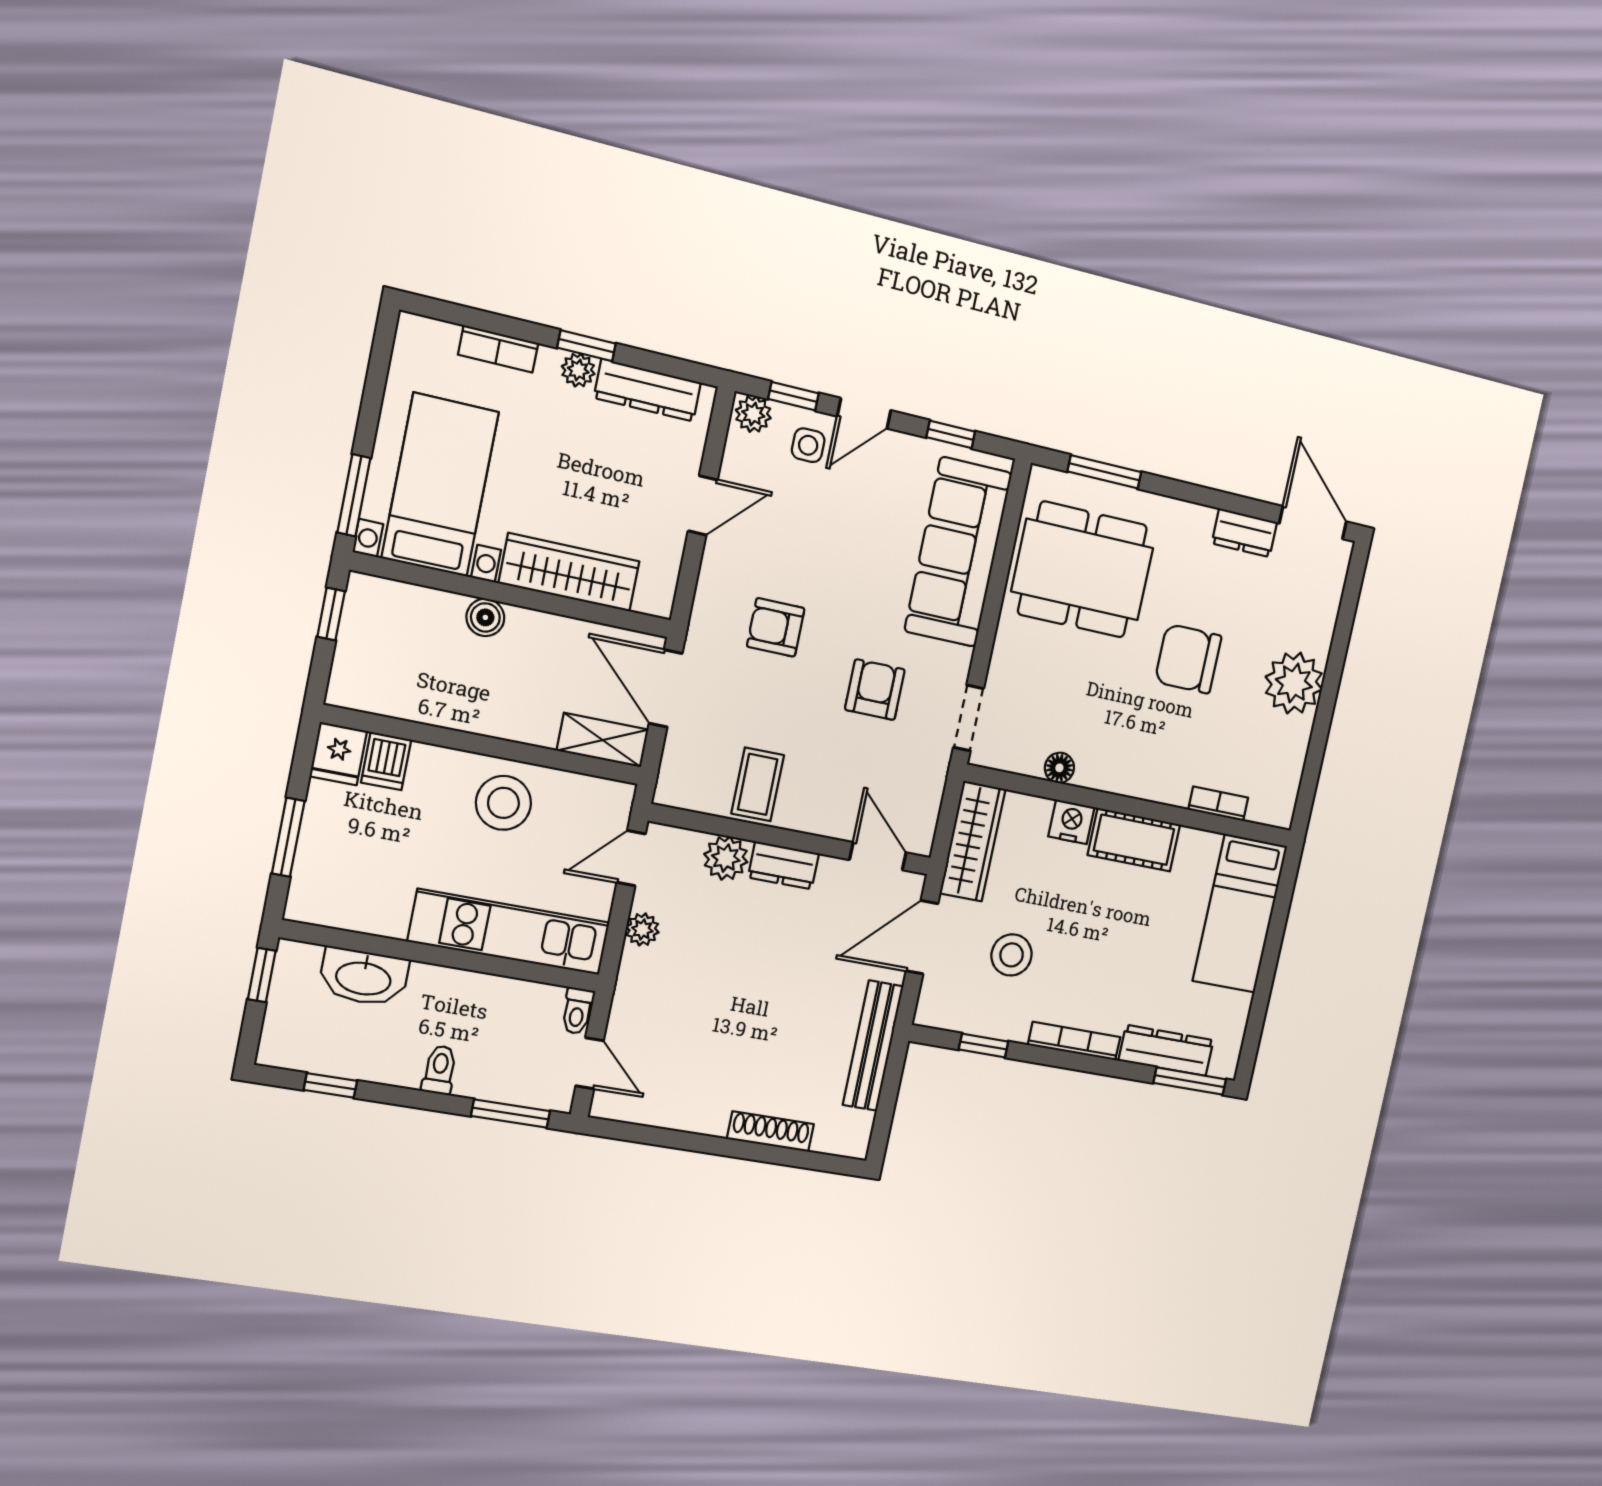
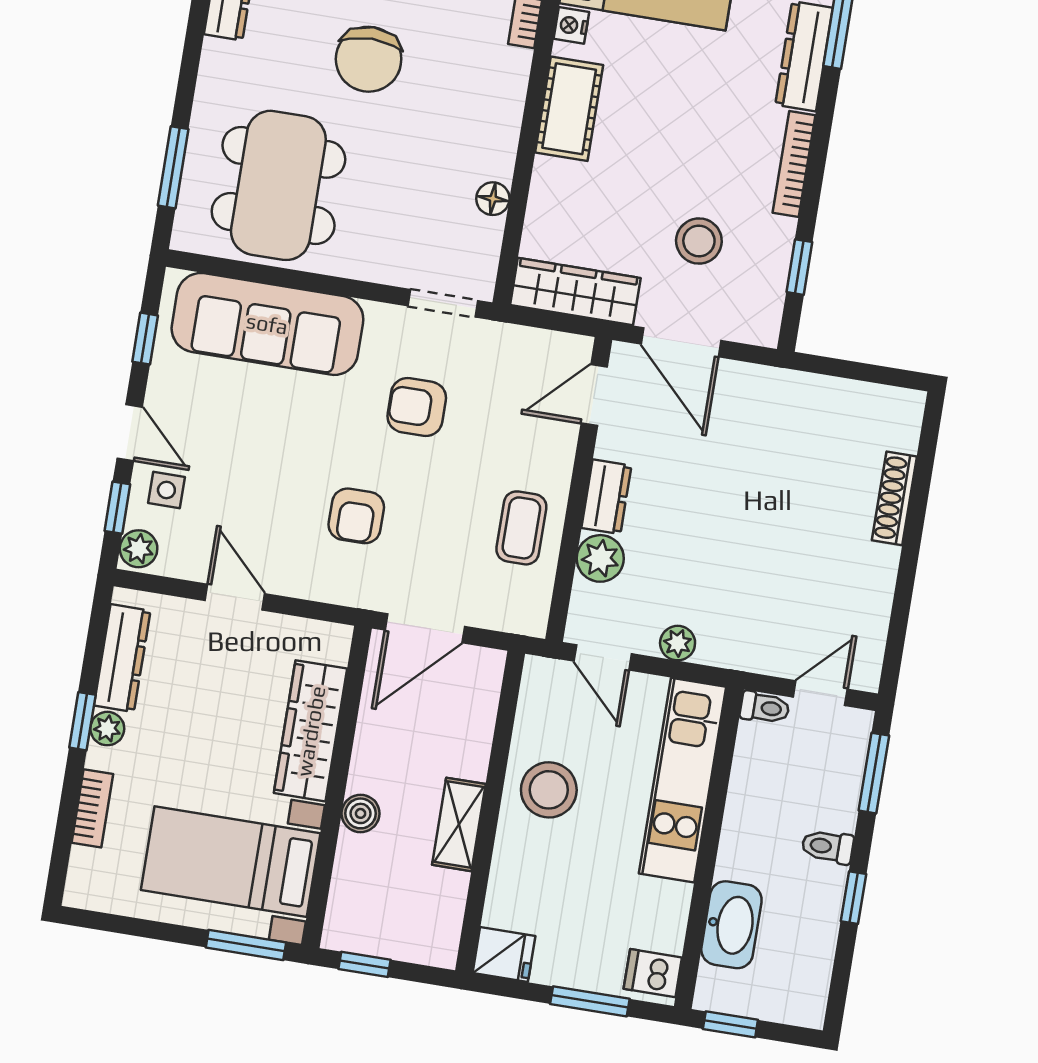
shelving: (603, 740) -> (459, 824), moved
dishwasher: (386, 761) -> (653, 973), moved, turned 180
coffee table: (758, 784) -> (521, 528), turned 90
nightstand: (1071, 822) -> (571, 25), moved, width x0.72, depth x0.74
bench: (873, 1046) -> (800, 390), removed
window: (330, 1085) -> (853, 898), moved

